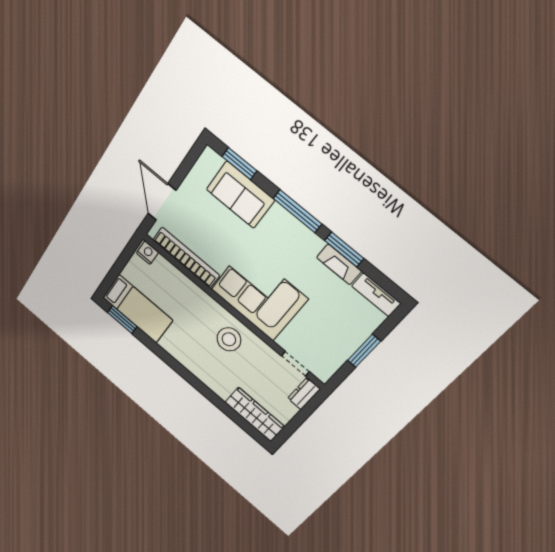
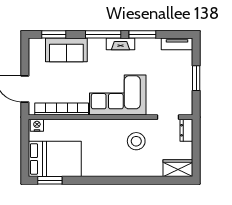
fireplace: (339, 264) -> (121, 44), moved
bed: (138, 309) -> (55, 159), width x1.50
stool: (229, 339) -> (136, 141), moved
wardrobe: (255, 414) -> (178, 168), width x0.67

